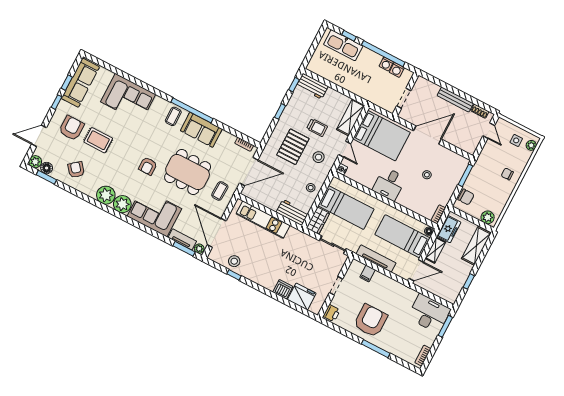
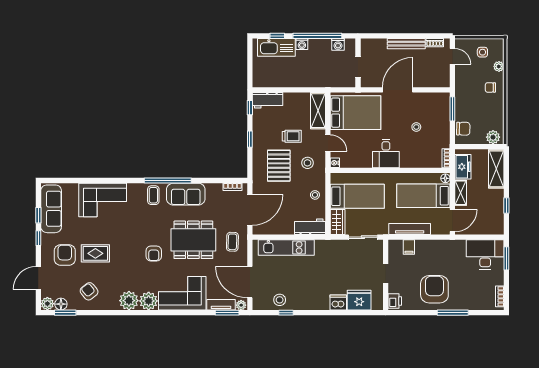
washing machine: (386, 64) -> (302, 44), moved
plant: (531, 145) -> (499, 66), moved

